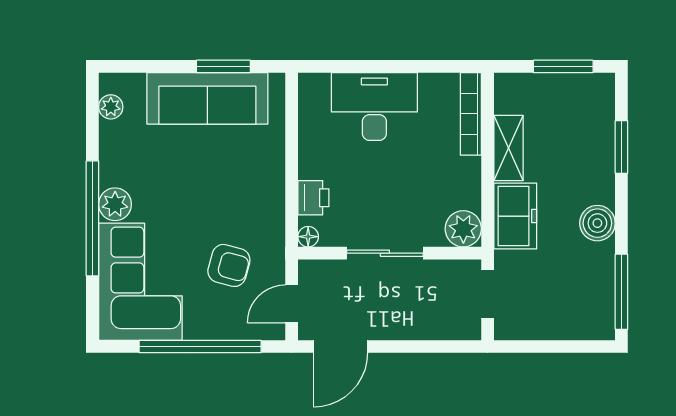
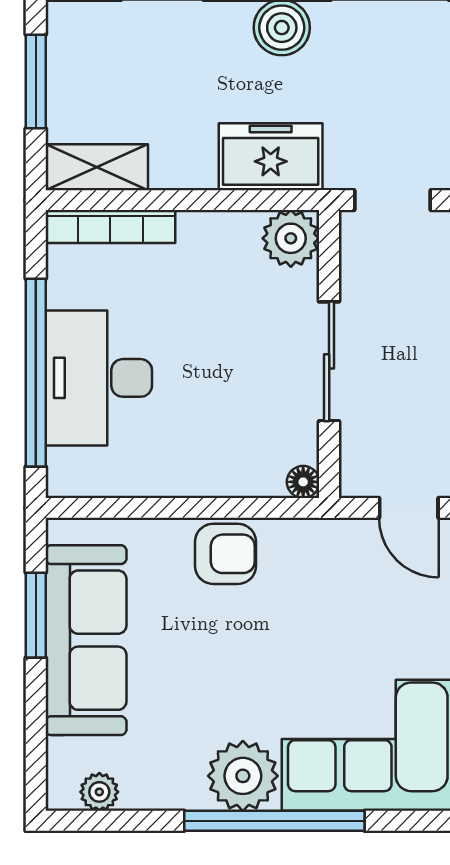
window: (378, 66) -> (36, 373), added
shelving: (508, 148) -> (97, 167), moved
printer: (313, 198) -> (242, 474), removed
plant: (115, 204) -> (243, 776), width x1.36, depth x1.36
armchair: (229, 265) -> (226, 554), moved, turned 75

